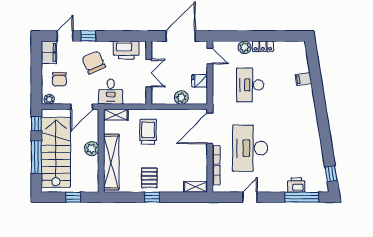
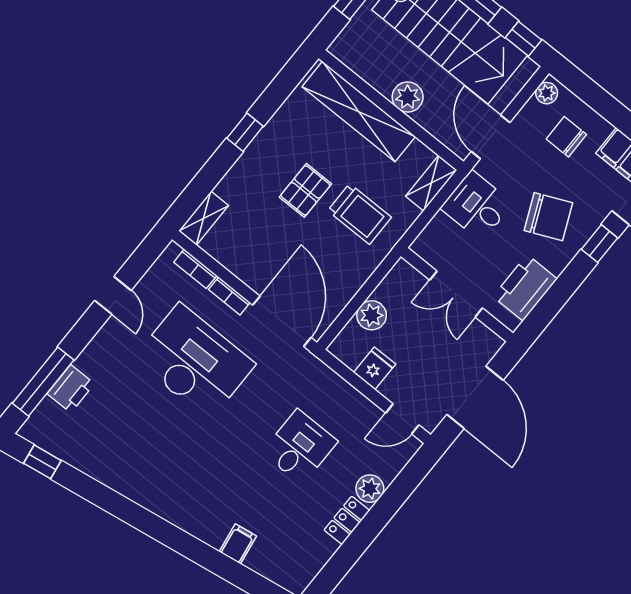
desk: (250, 85) -> (300, 447), width x0.73
pallet: (149, 178) -> (305, 190), moved, turned 90

